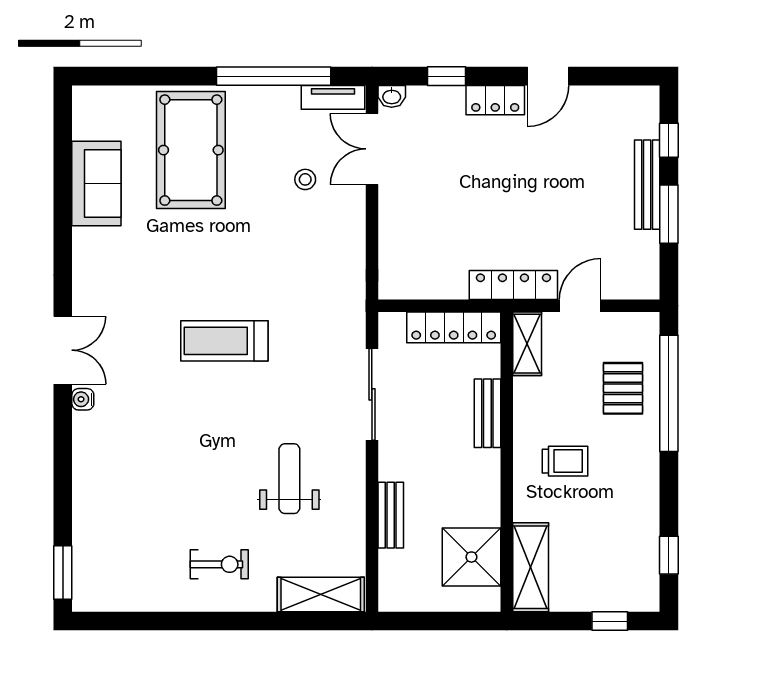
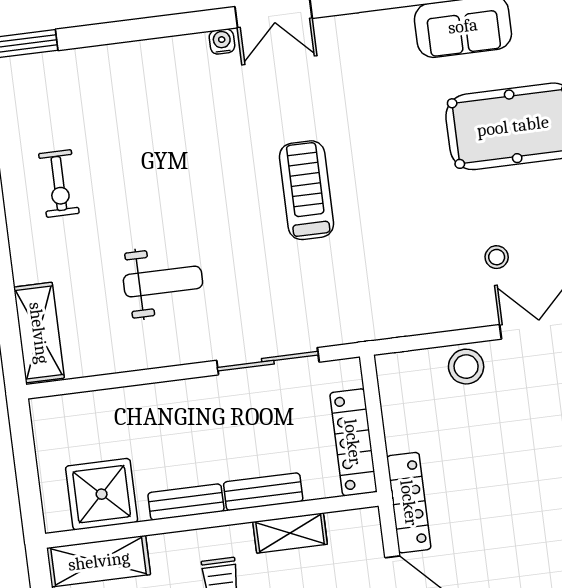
stool: (399, 219) -> (466, 367), added
shelving: (527, 344) -> (290, 533), moved
bench: (391, 515) -> (186, 502), moved
exercise bike: (219, 564) -> (59, 184), moved

